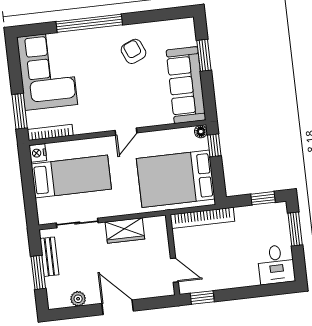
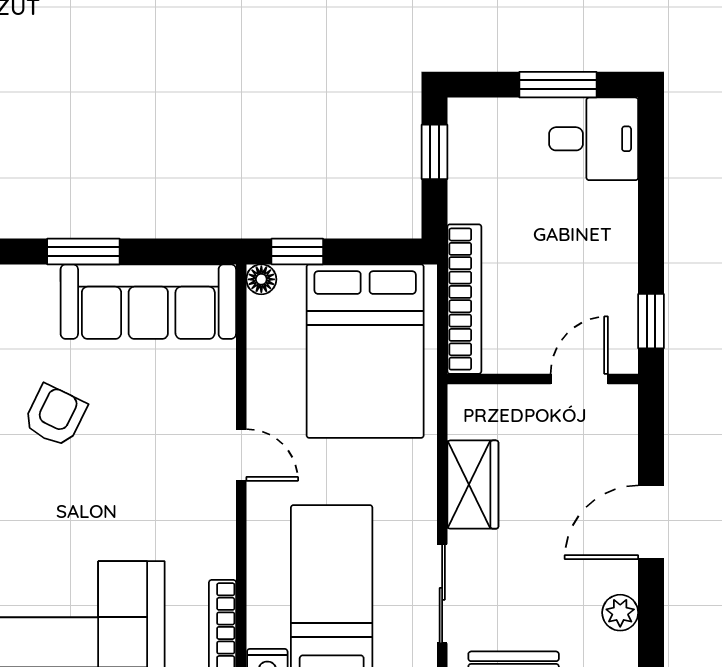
armchair: (133, 51) -> (55, 416), turned 139
window: (295, 229) -> (558, 85), moved

